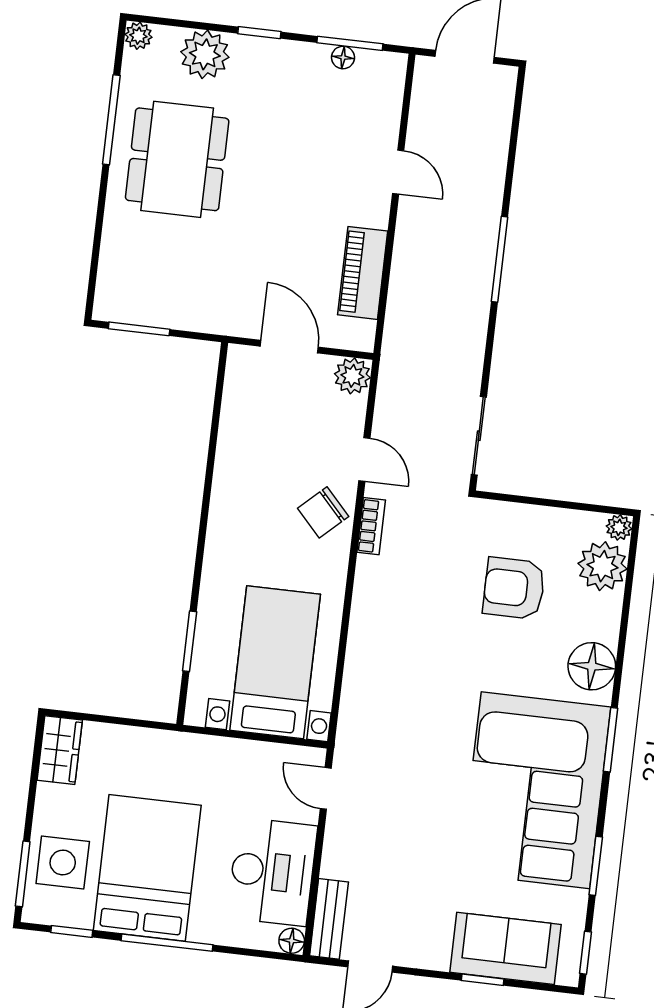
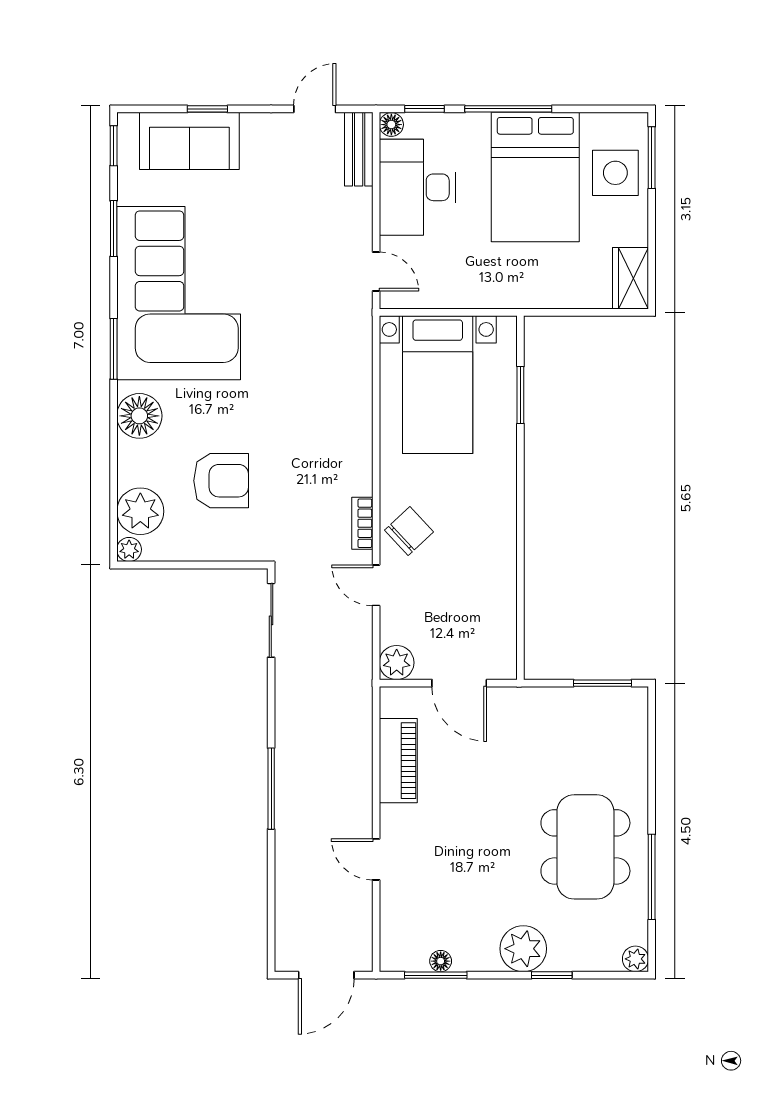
window: (259, 33) -> (552, 975), moved
plant: (205, 54) -> (523, 949), moved
window: (72, 931) -> (424, 109), moved

